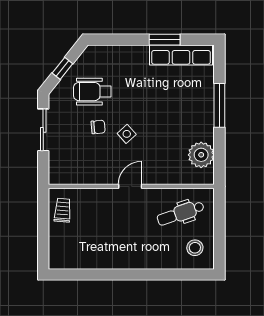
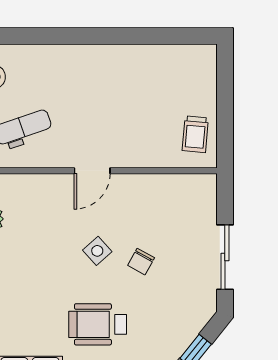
wheelchair: (92, 92) -> (98, 324), moved, turned 180
chair: (98, 127) -> (141, 262), turned -56

